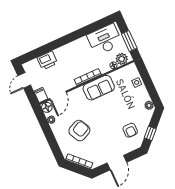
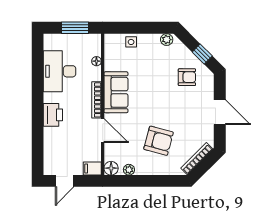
desk: (105, 40) -> (60, 71), moved
plant: (122, 59) -> (93, 47), removed
printer: (47, 60) -> (53, 115), moved
door: (24, 80) -> (65, 181), hinge flipped
door: (58, 96) -> (103, 131), moved
armchair: (79, 131) -> (159, 141), turned 131

